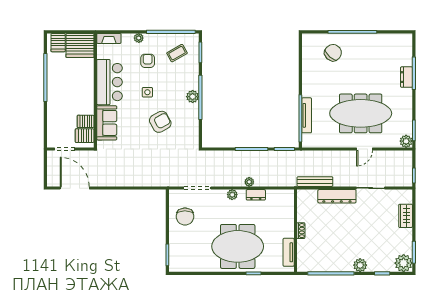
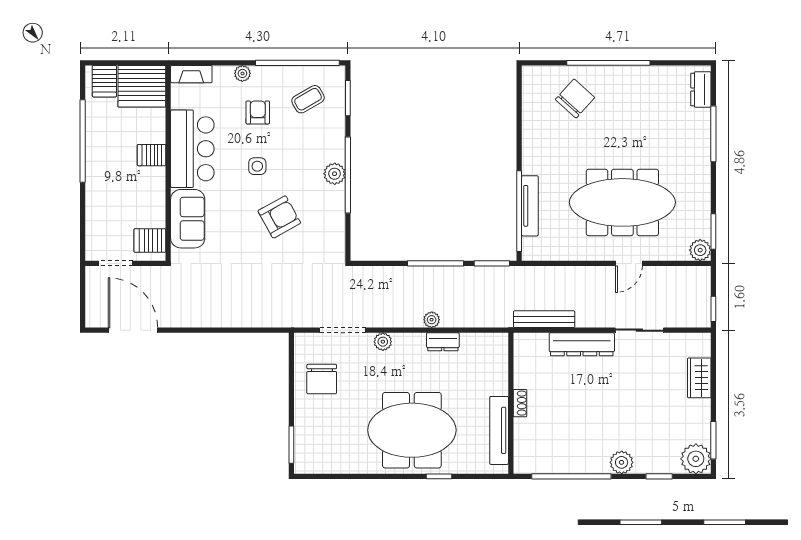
dresser: (407, 77) -> (701, 89), moved
server rack: (86, 121) -> (152, 155), moved
plant: (232, 195) -> (383, 342), moved
tv unit: (289, 252) -> (499, 430), width x1.41

